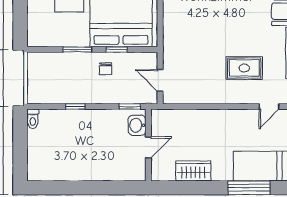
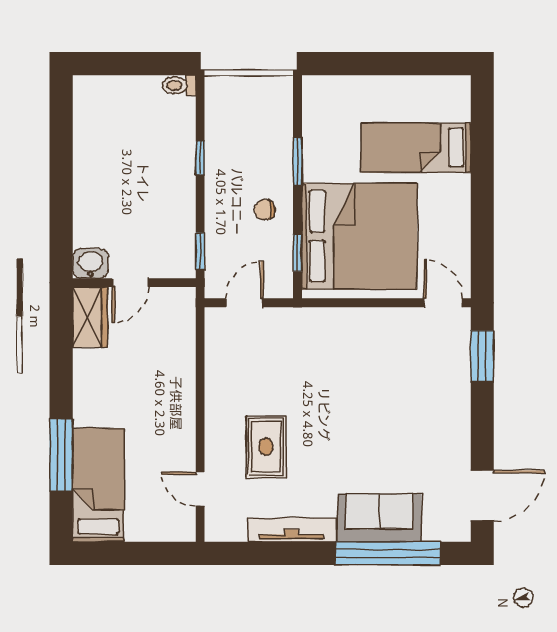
window: (117, 49) -> (297, 253), moved
washbasin: (137, 125) -> (90, 263), moved
door: (148, 147) -> (130, 283), hinge flipped
wardrobe: (193, 171) -> (90, 317), moved

